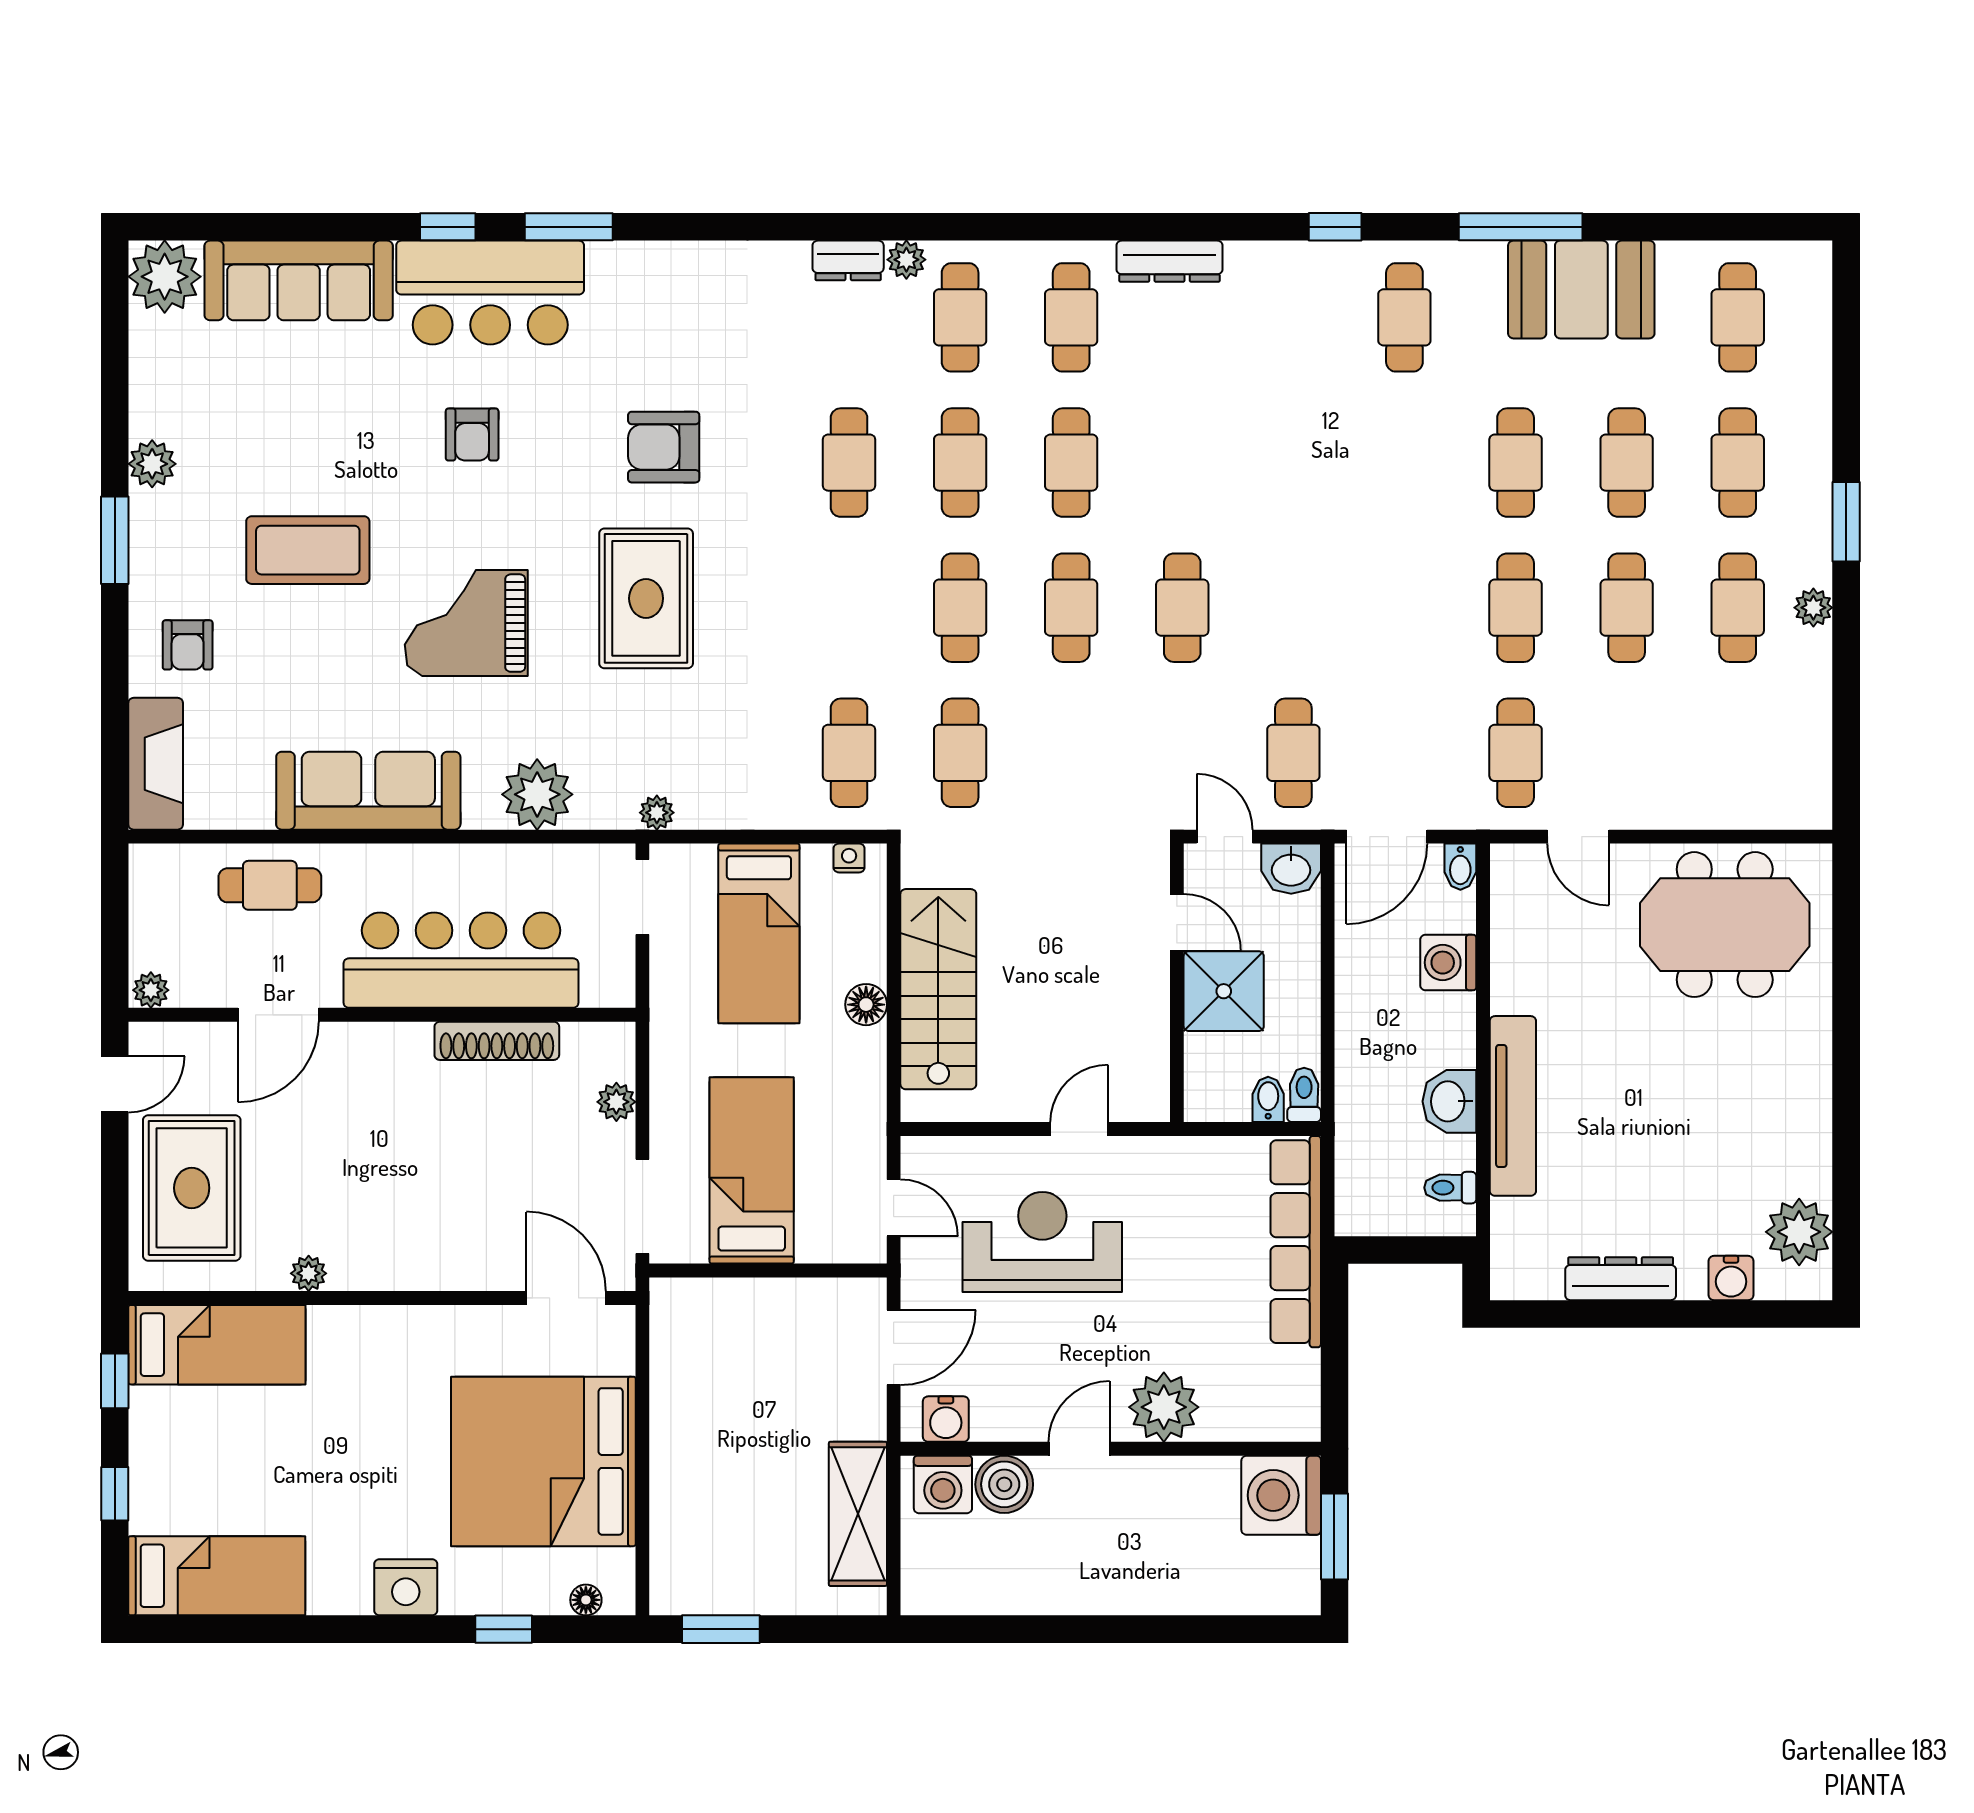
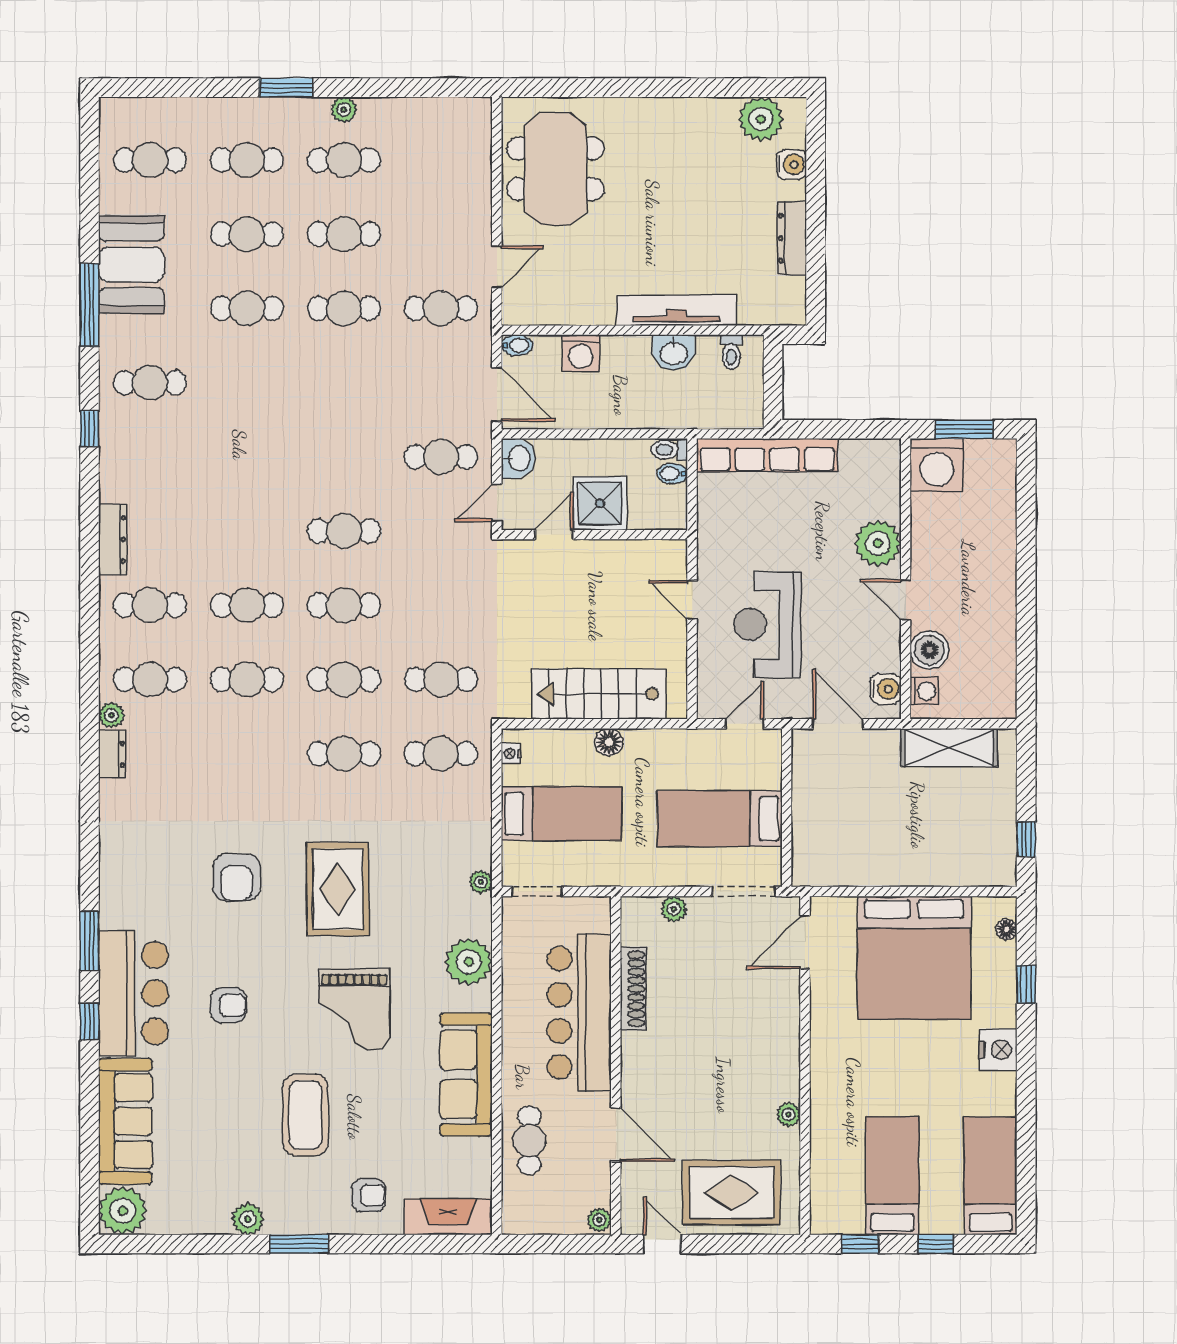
cafe table: (849, 463) -> (344, 754), moved
rug: (646, 598) -> (338, 889), turned 90
bed: (217, 1345) -> (892, 1176), moved
washing machine: (943, 1485) -> (924, 691), width x0.73, depth x0.73
window: (721, 1629) -> (1026, 839), width x0.67

